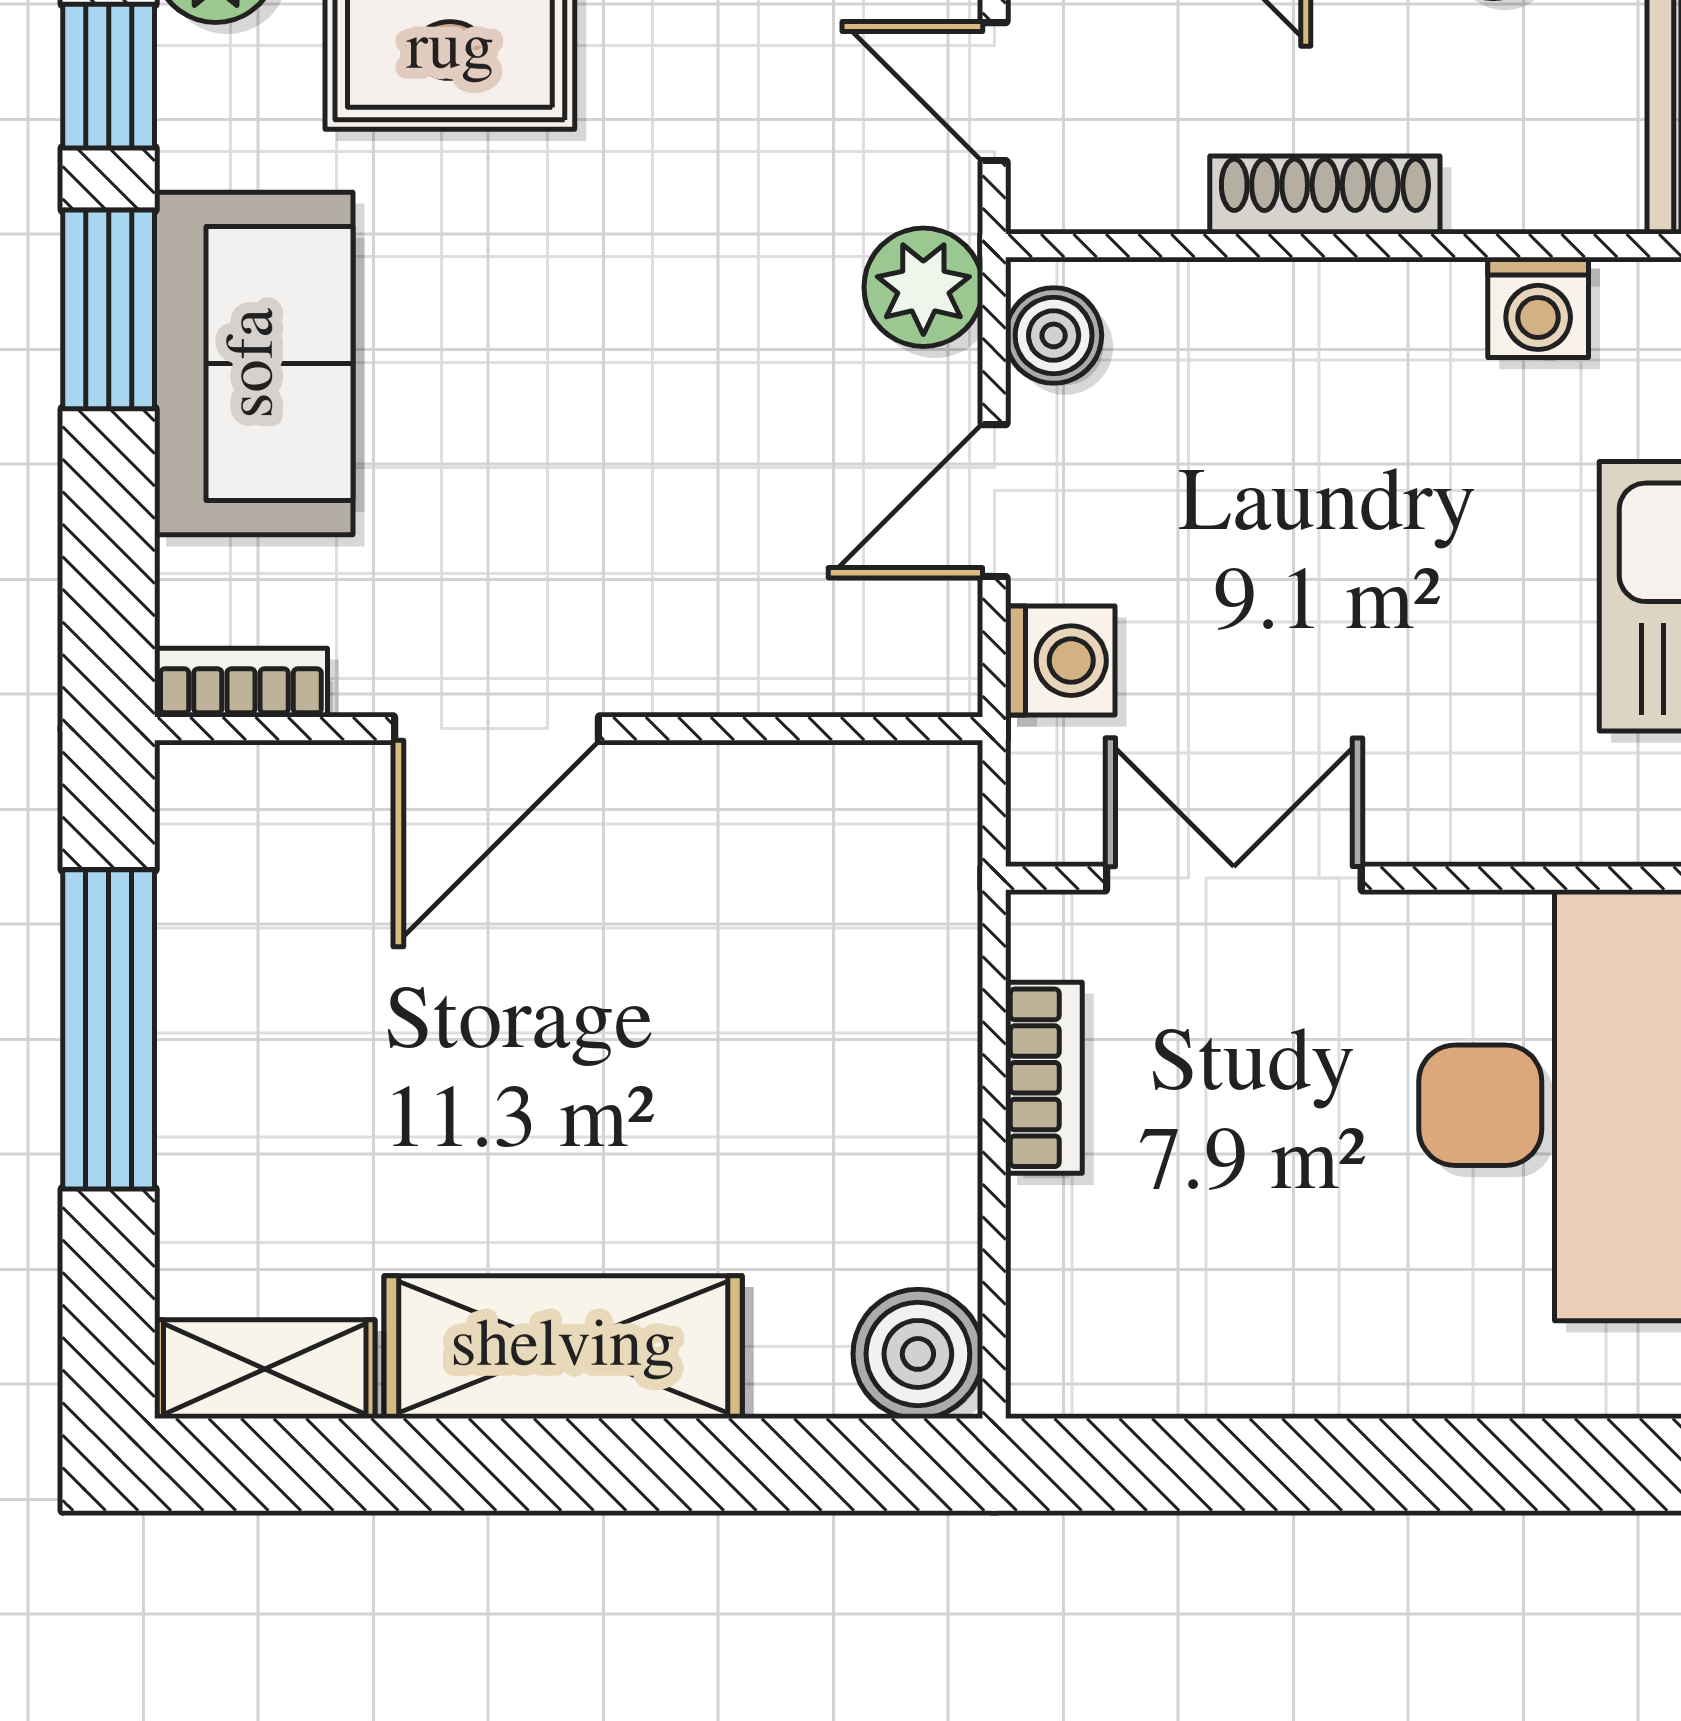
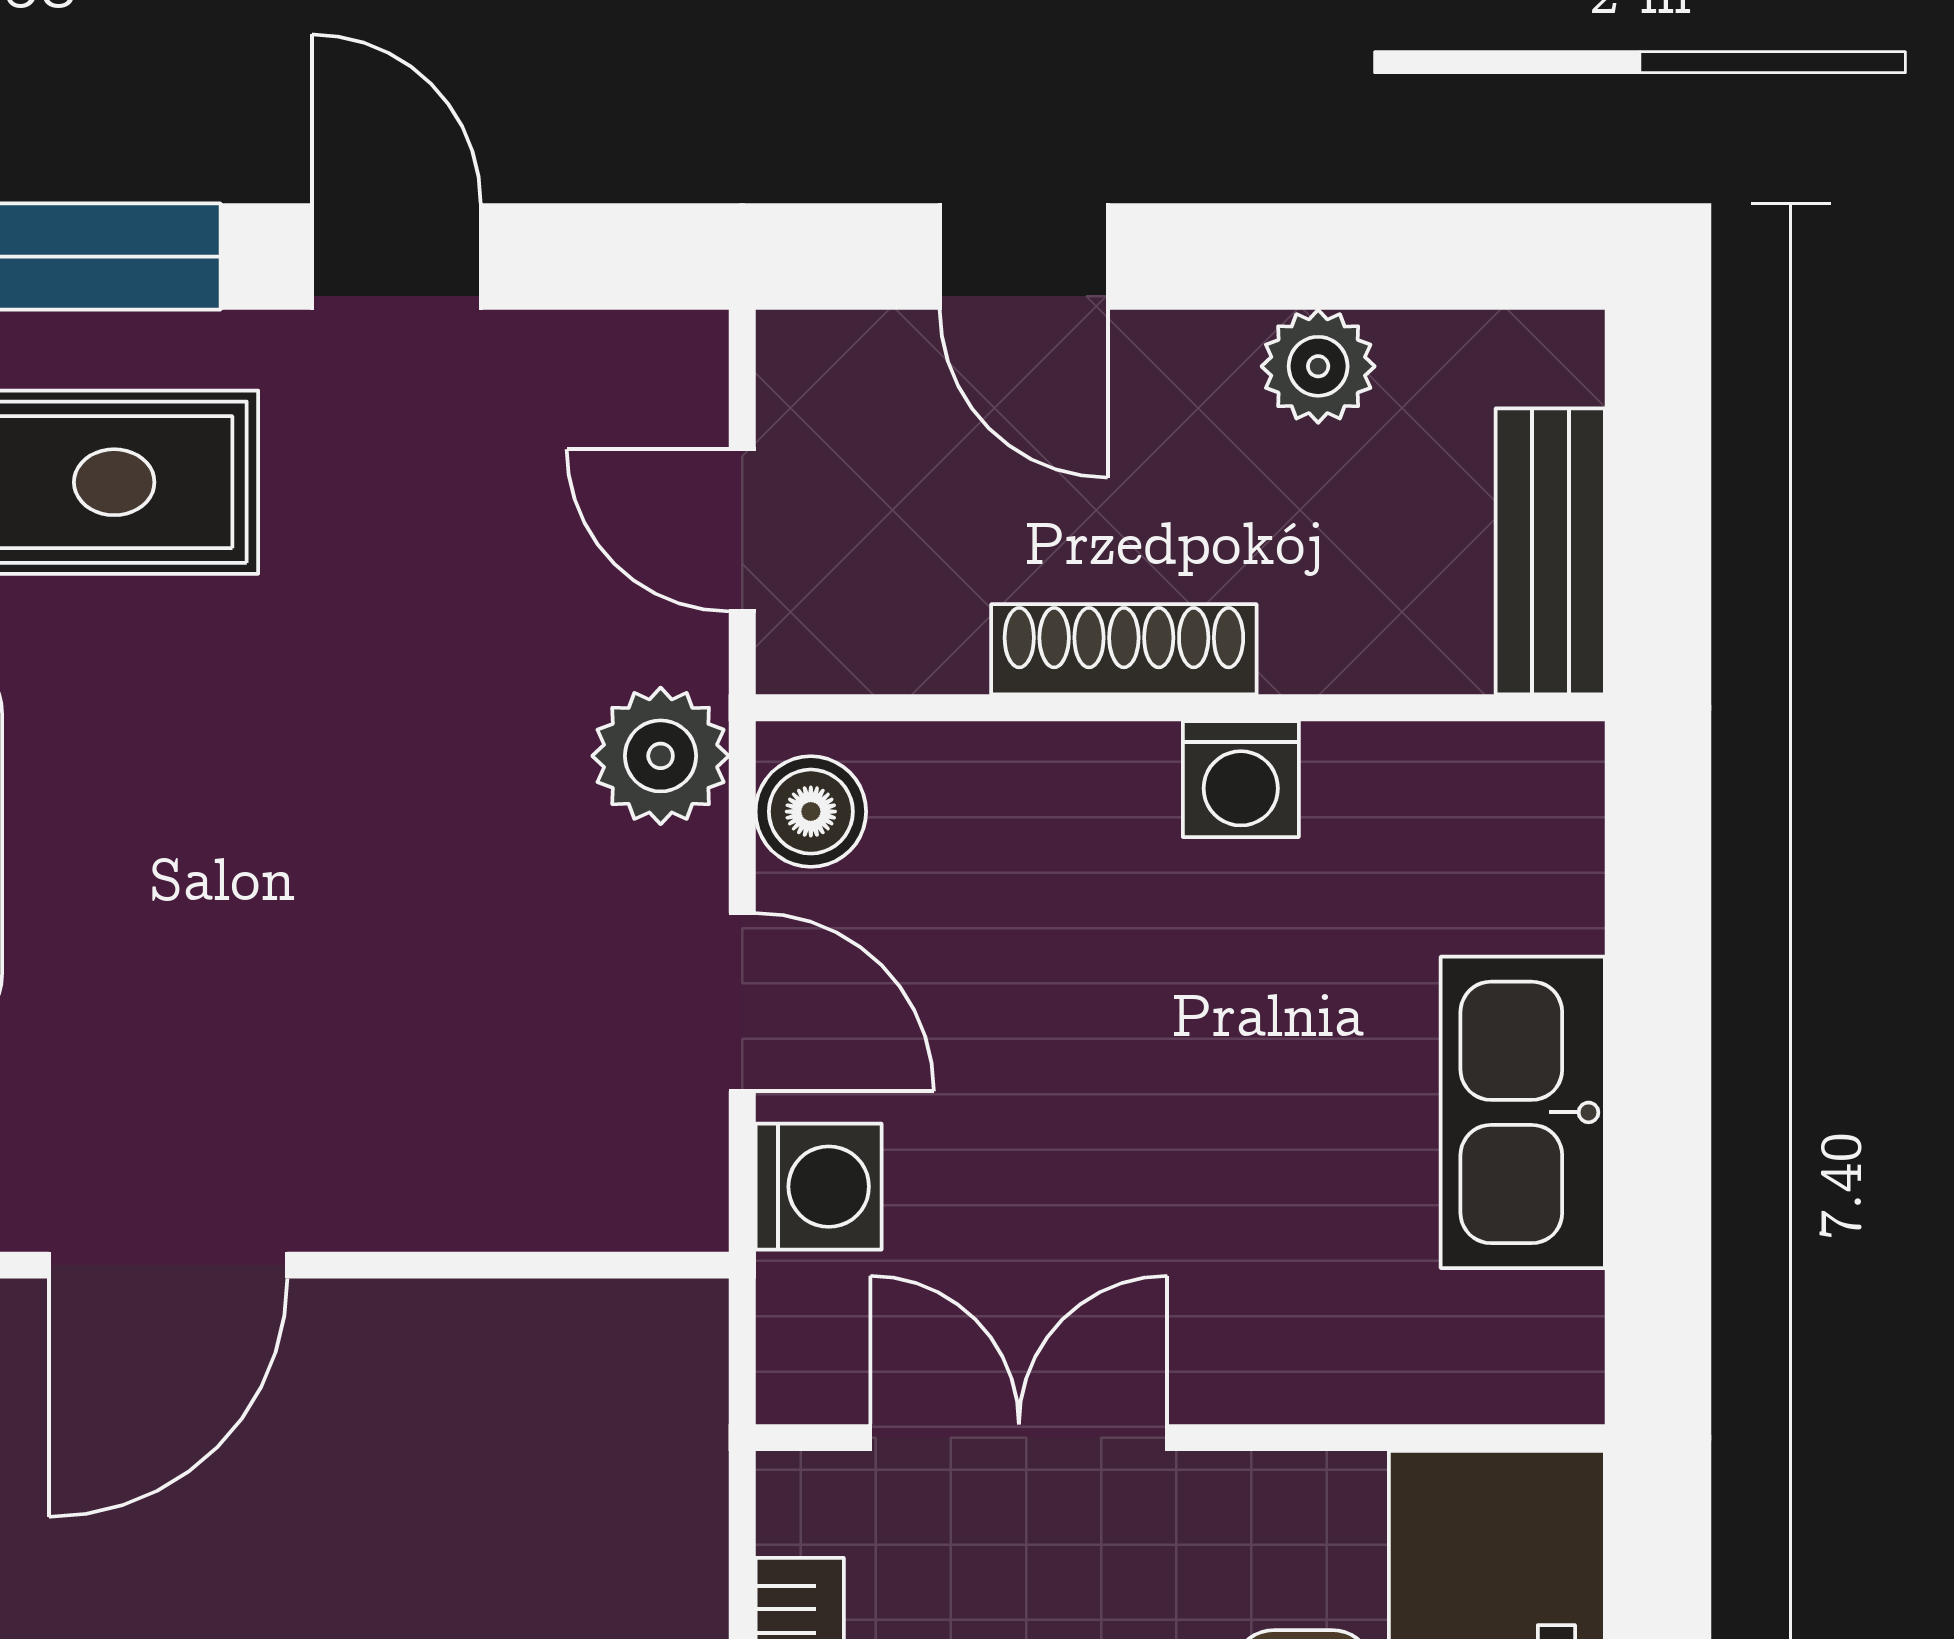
washing machine: (1538, 307) -> (1241, 779), moved
door: (994, 501) -> (742, 1002), swing flipped

